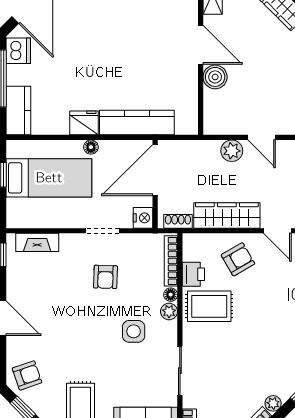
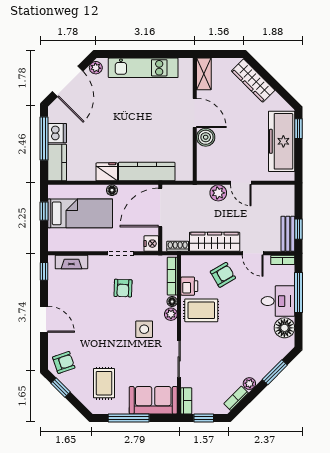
dishwasher: (18, 51) -> (57, 133), moved

